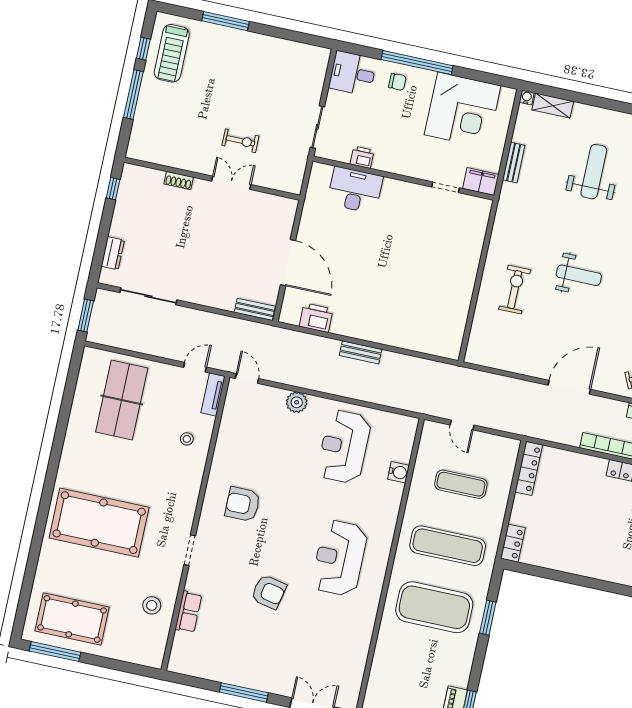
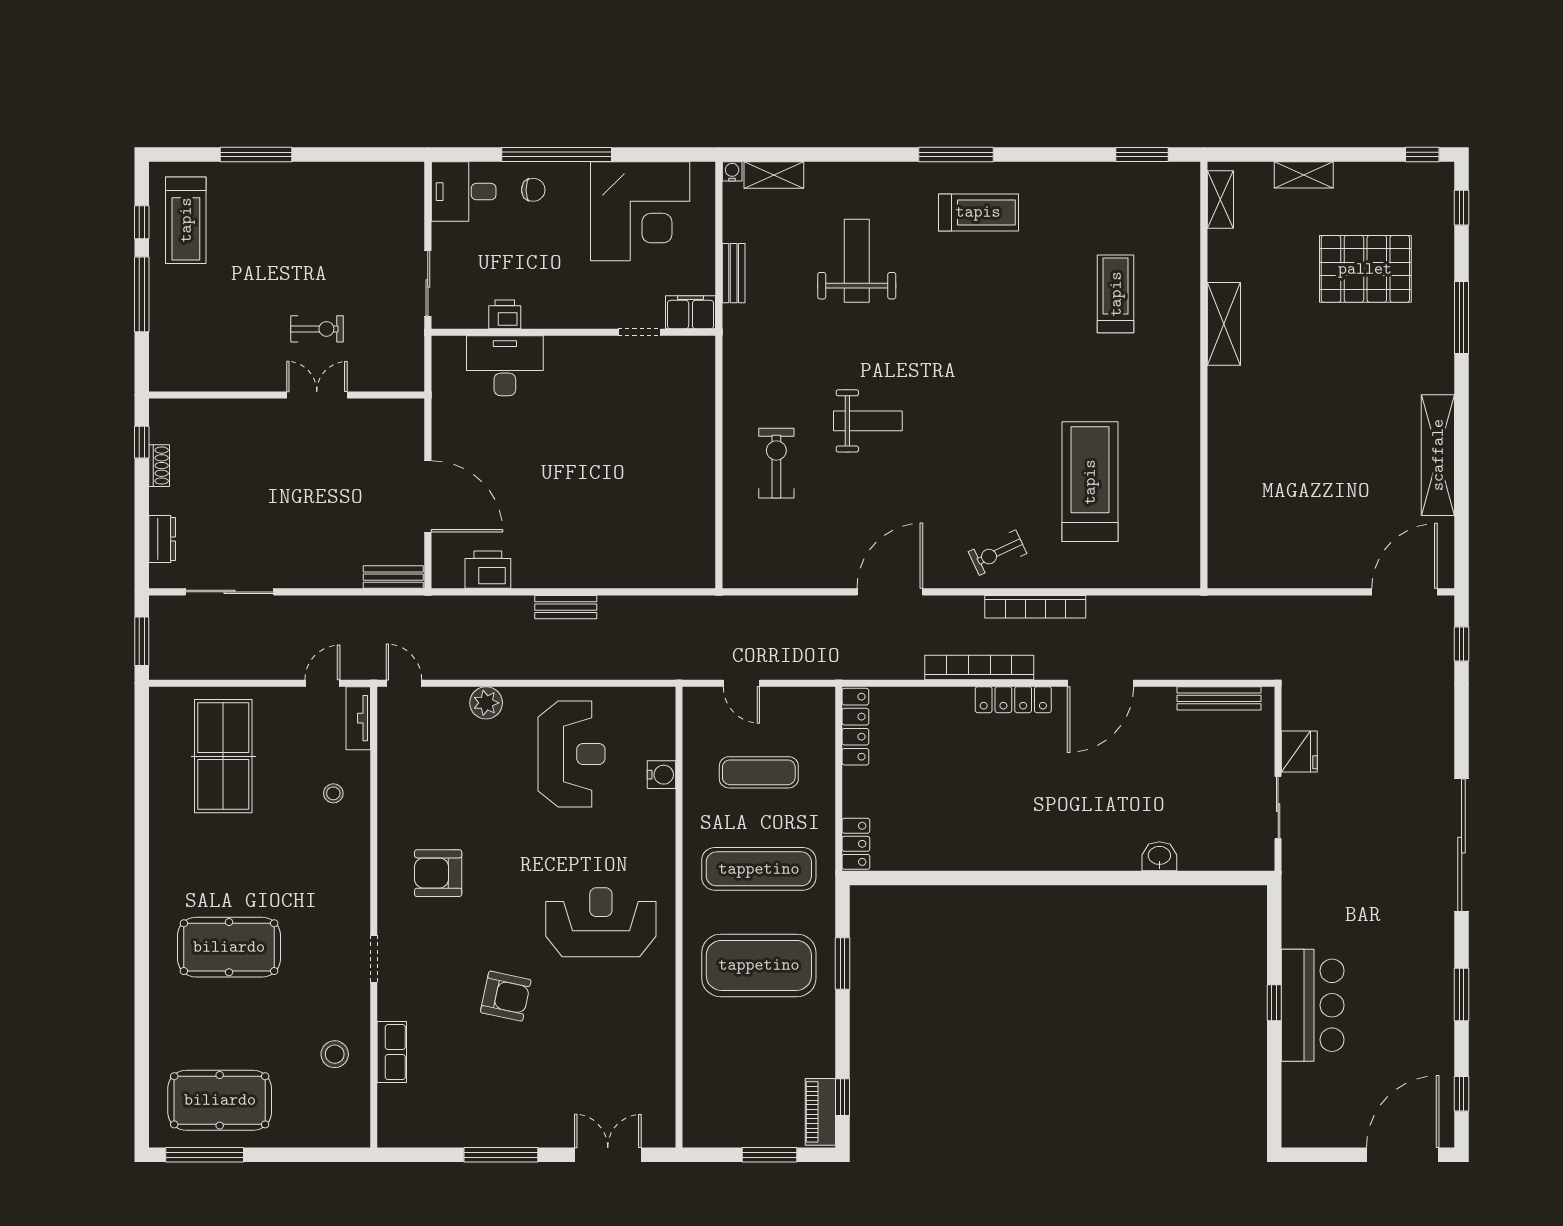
shoe rack: (179, 181) -> (159, 466), moved, turned -90
reception desk: (344, 447) -> (572, 754), turned 180
pool table: (99, 523) -> (229, 947), width x0.73, depth x0.76
reception desk: (340, 558) -> (601, 922), turned 90

